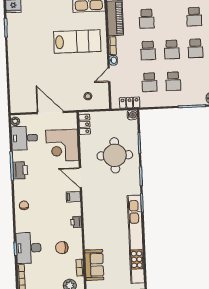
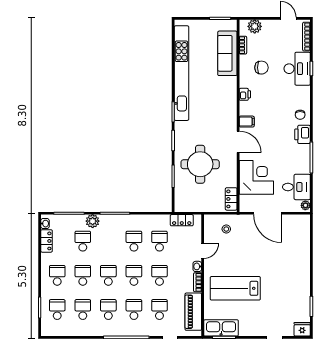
school desk: (170, 18) -> (134, 309), added
water cooler: (132, 115) -> (180, 207), removed
printer: (20, 170) -> (303, 134), moved
sofa: (94, 265) -> (227, 53), width x1.36

